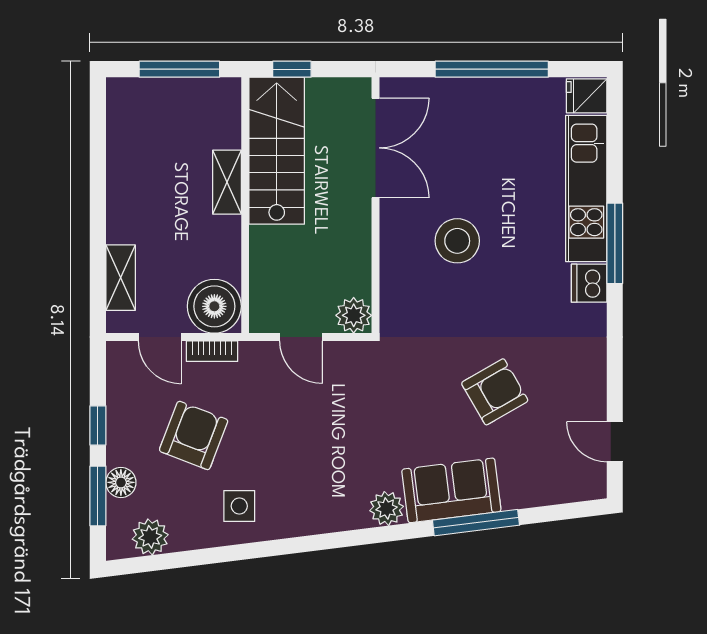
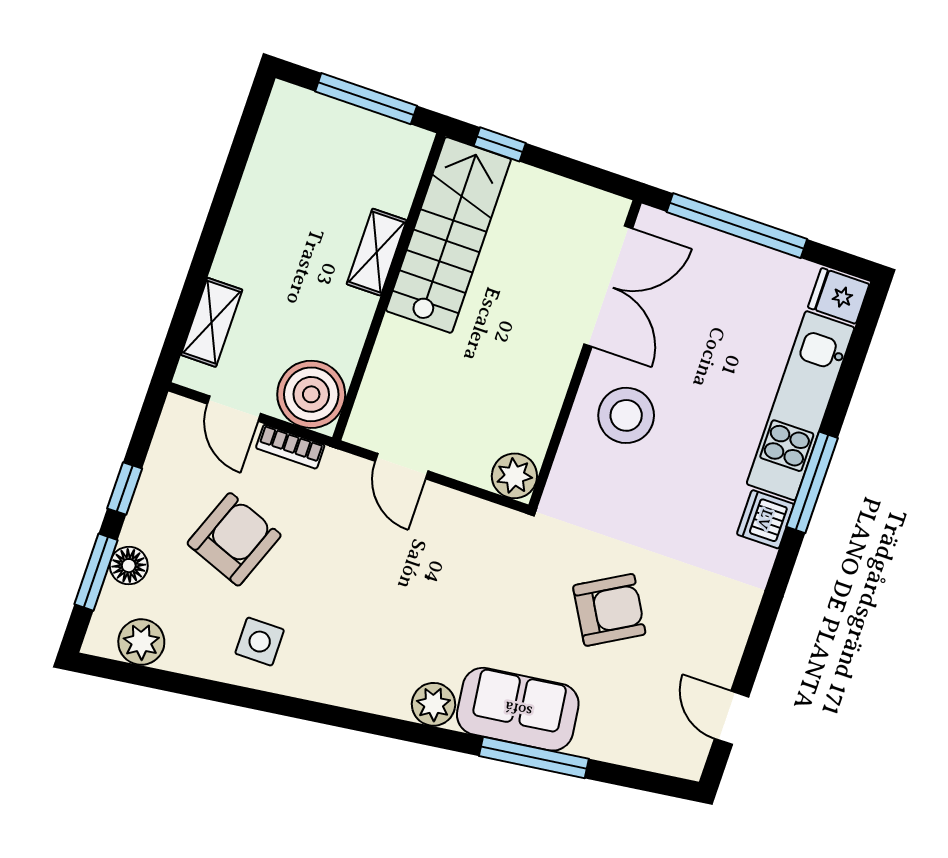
double door: (375, 148) -> (608, 286), moved
wall: (375, 205) -> (585, 354), moved
plant: (354, 315) -> (514, 476), moved

